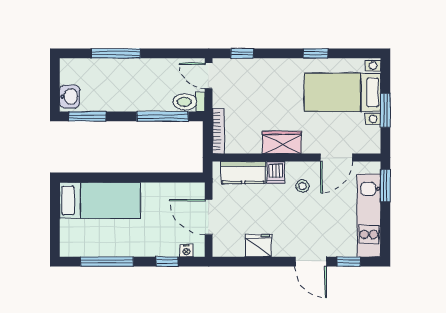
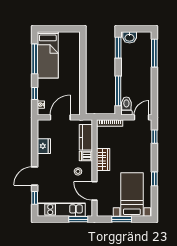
window: (116, 53) -> (154, 53), moved
bed: (100, 200) -> (48, 55), moved

